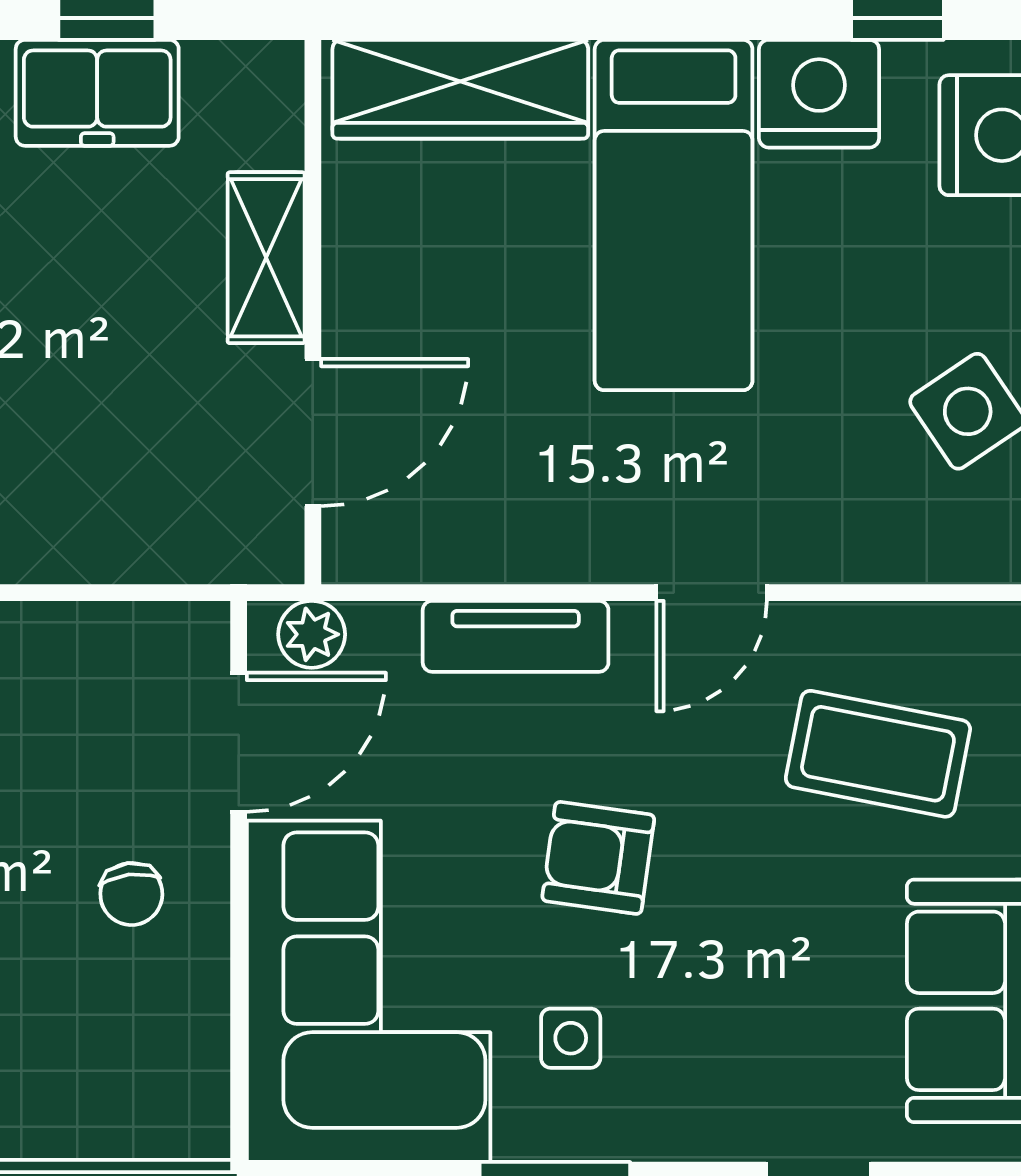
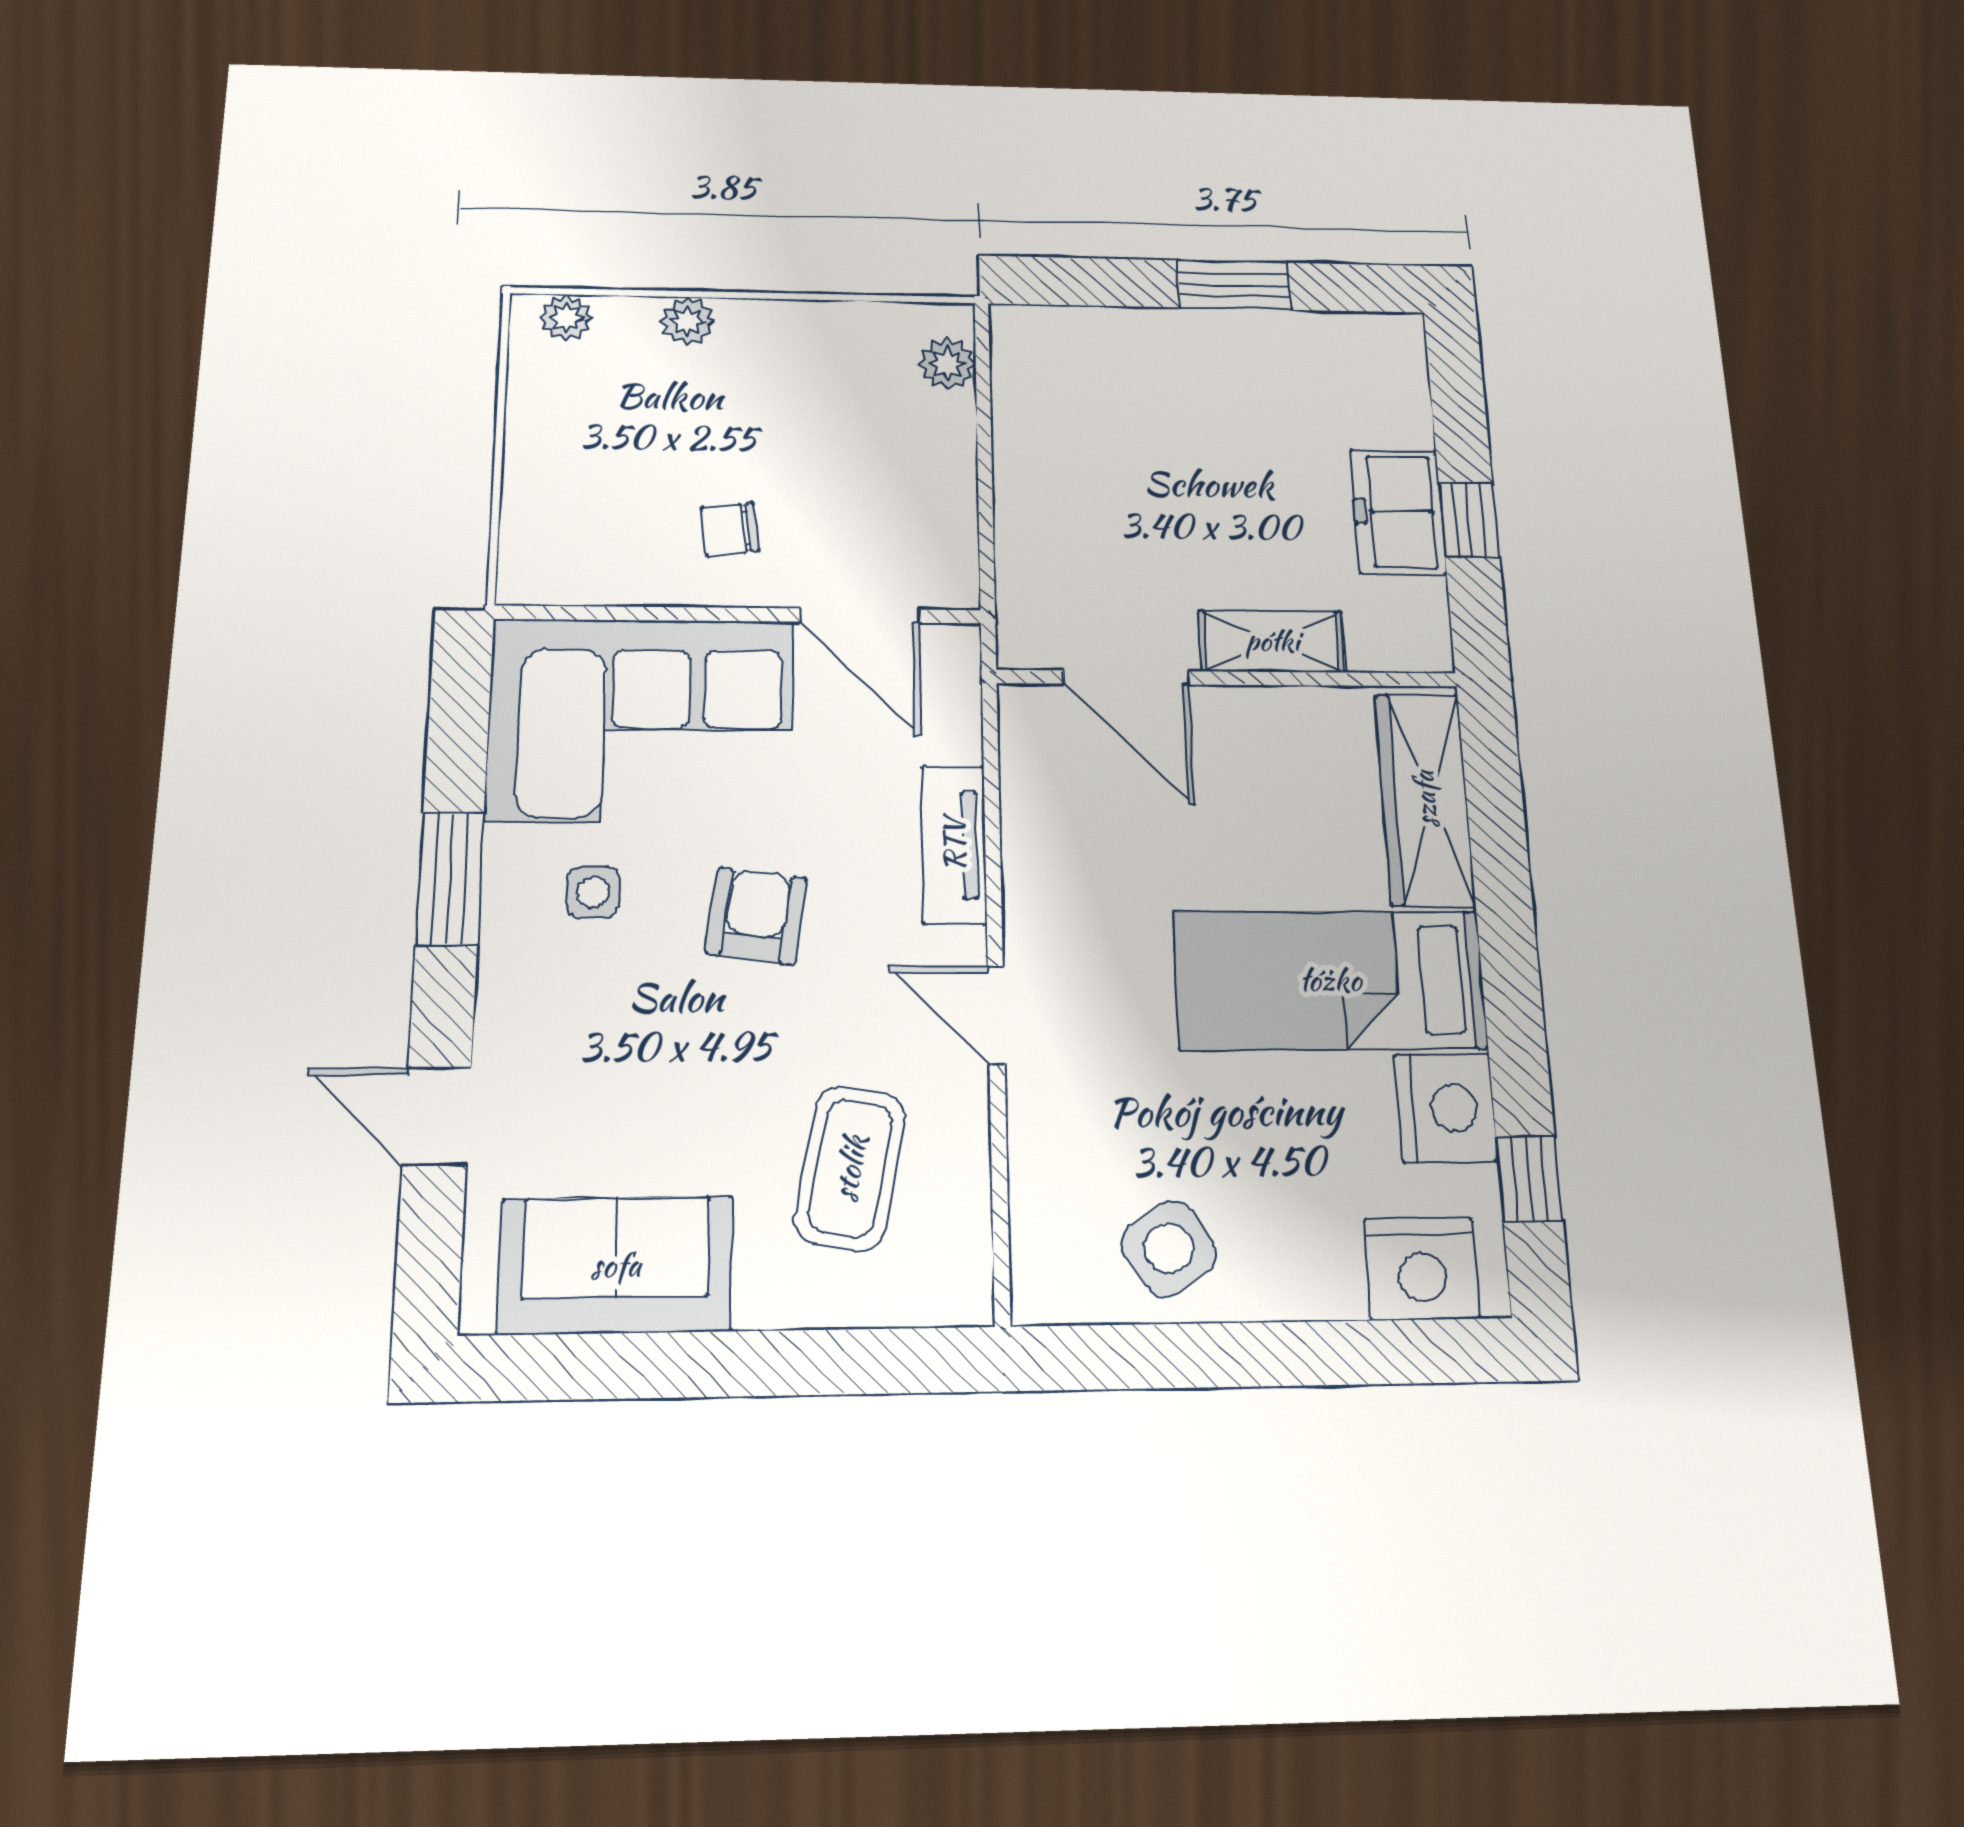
plant: (312, 634) -> (953, 675), removed

